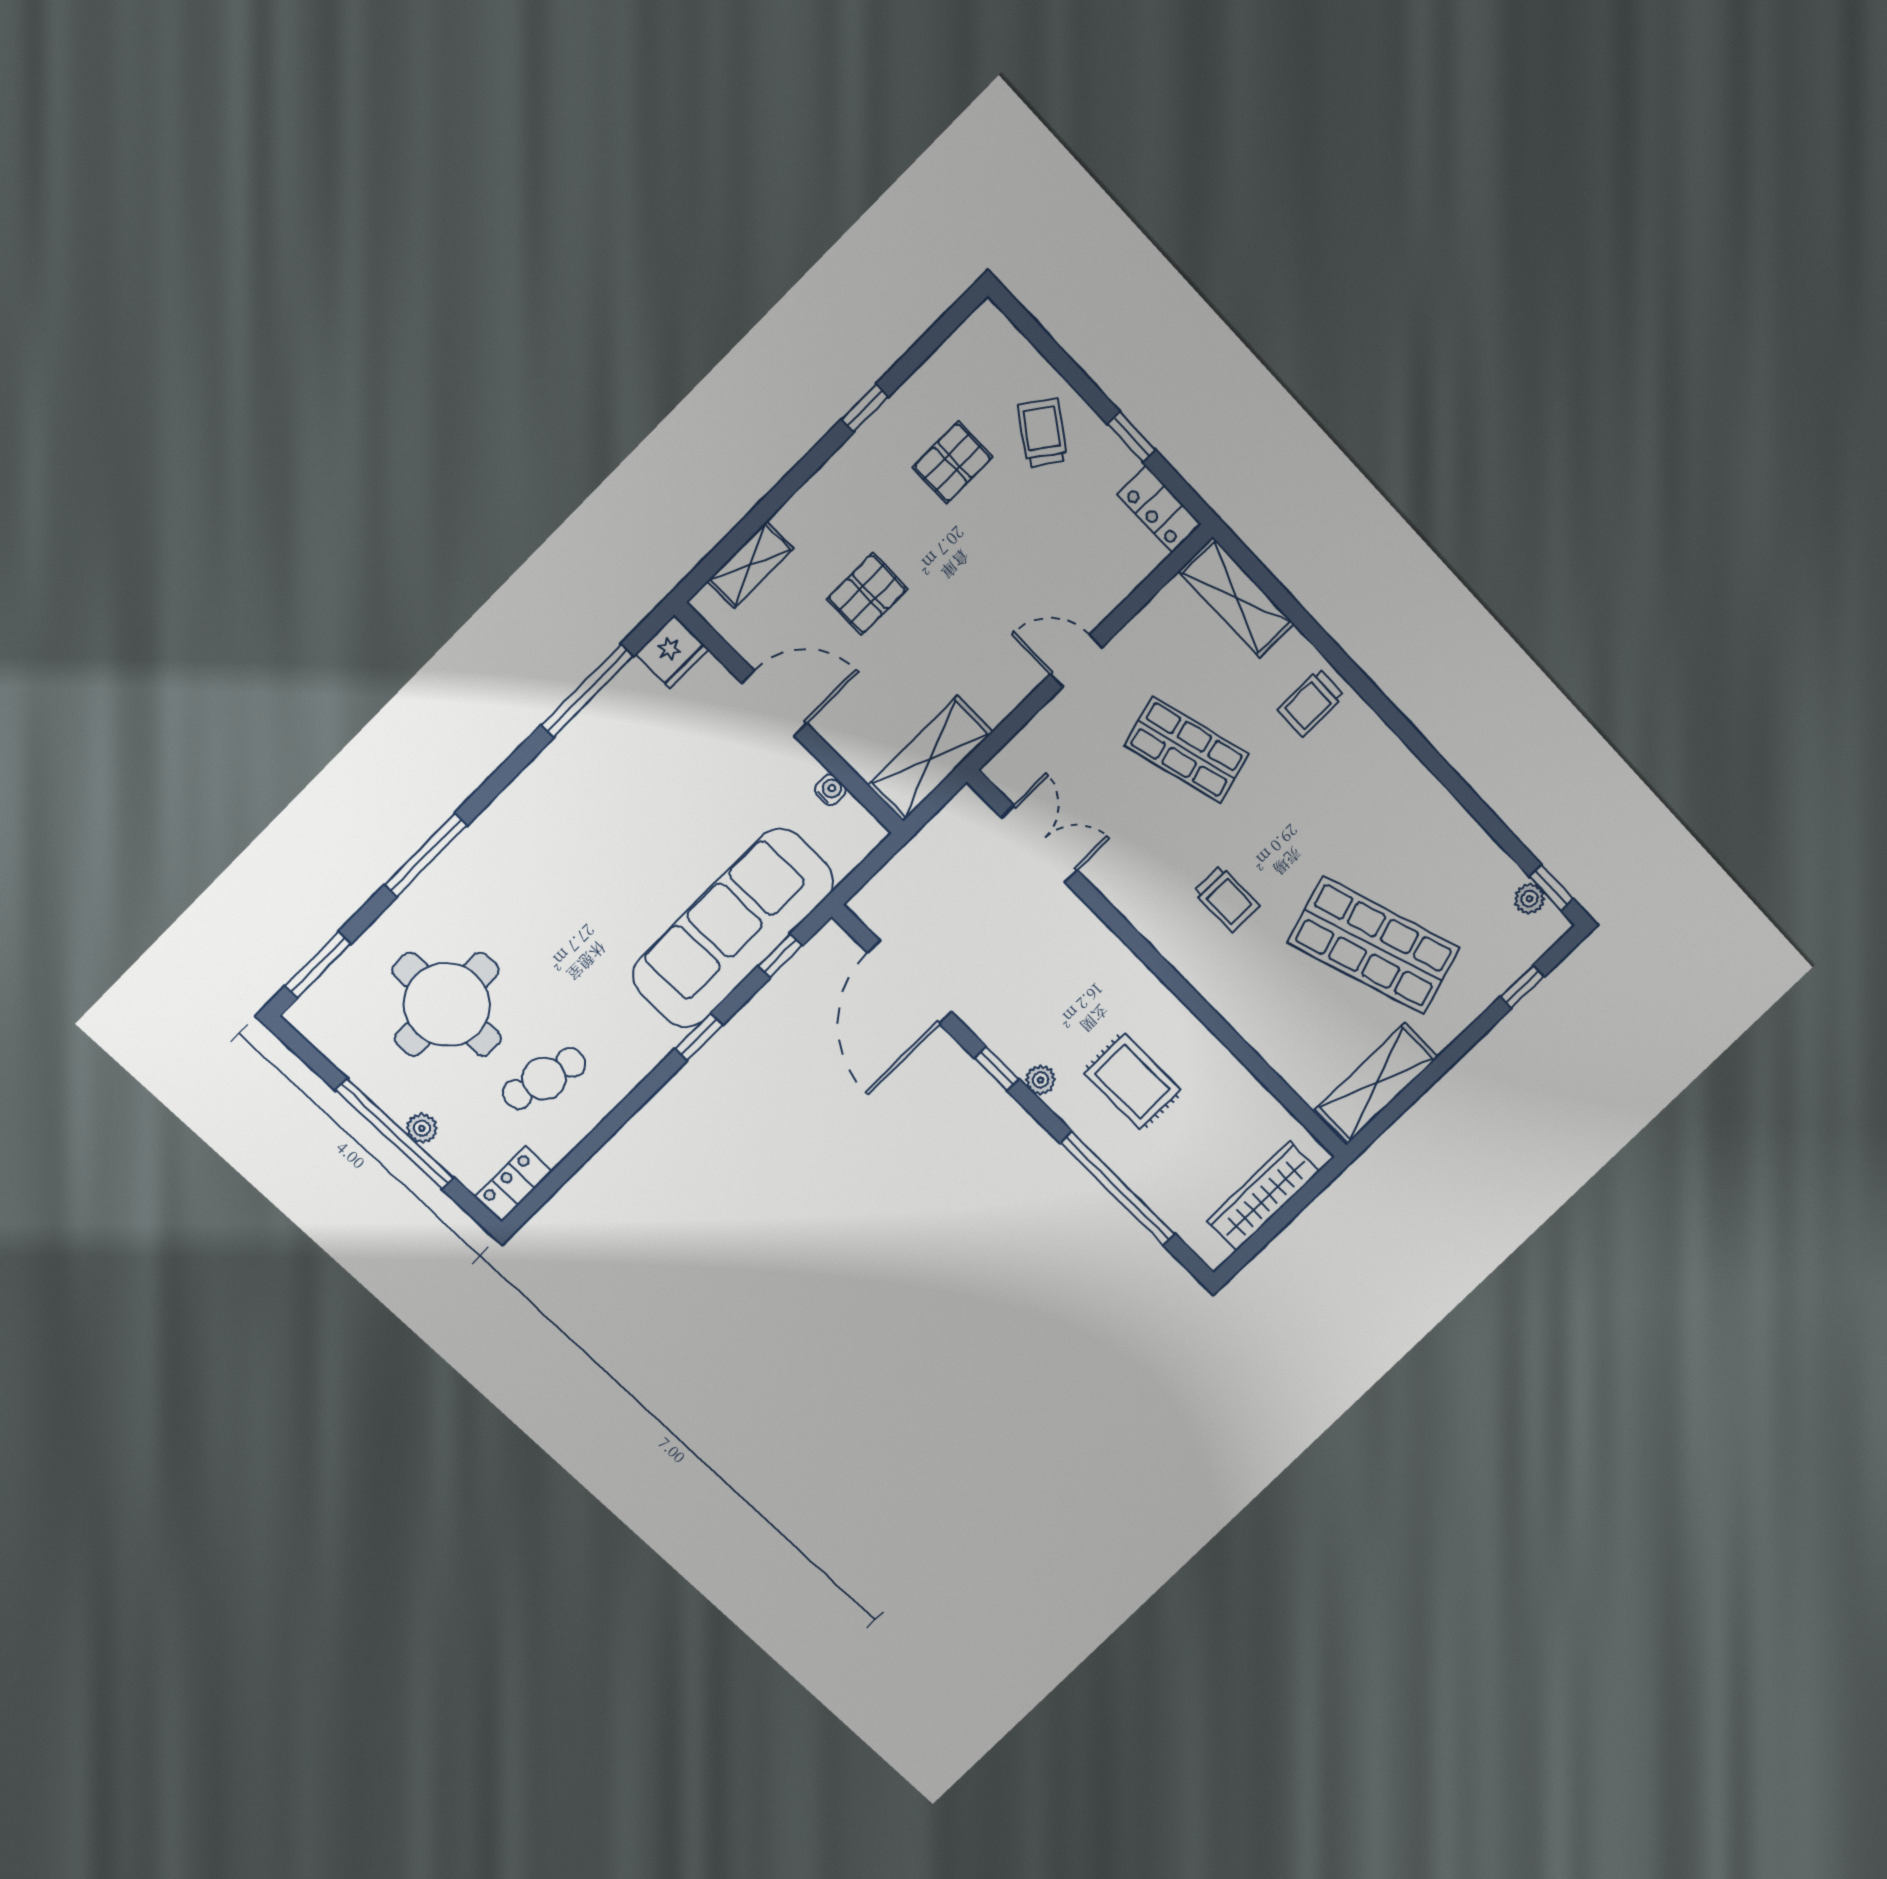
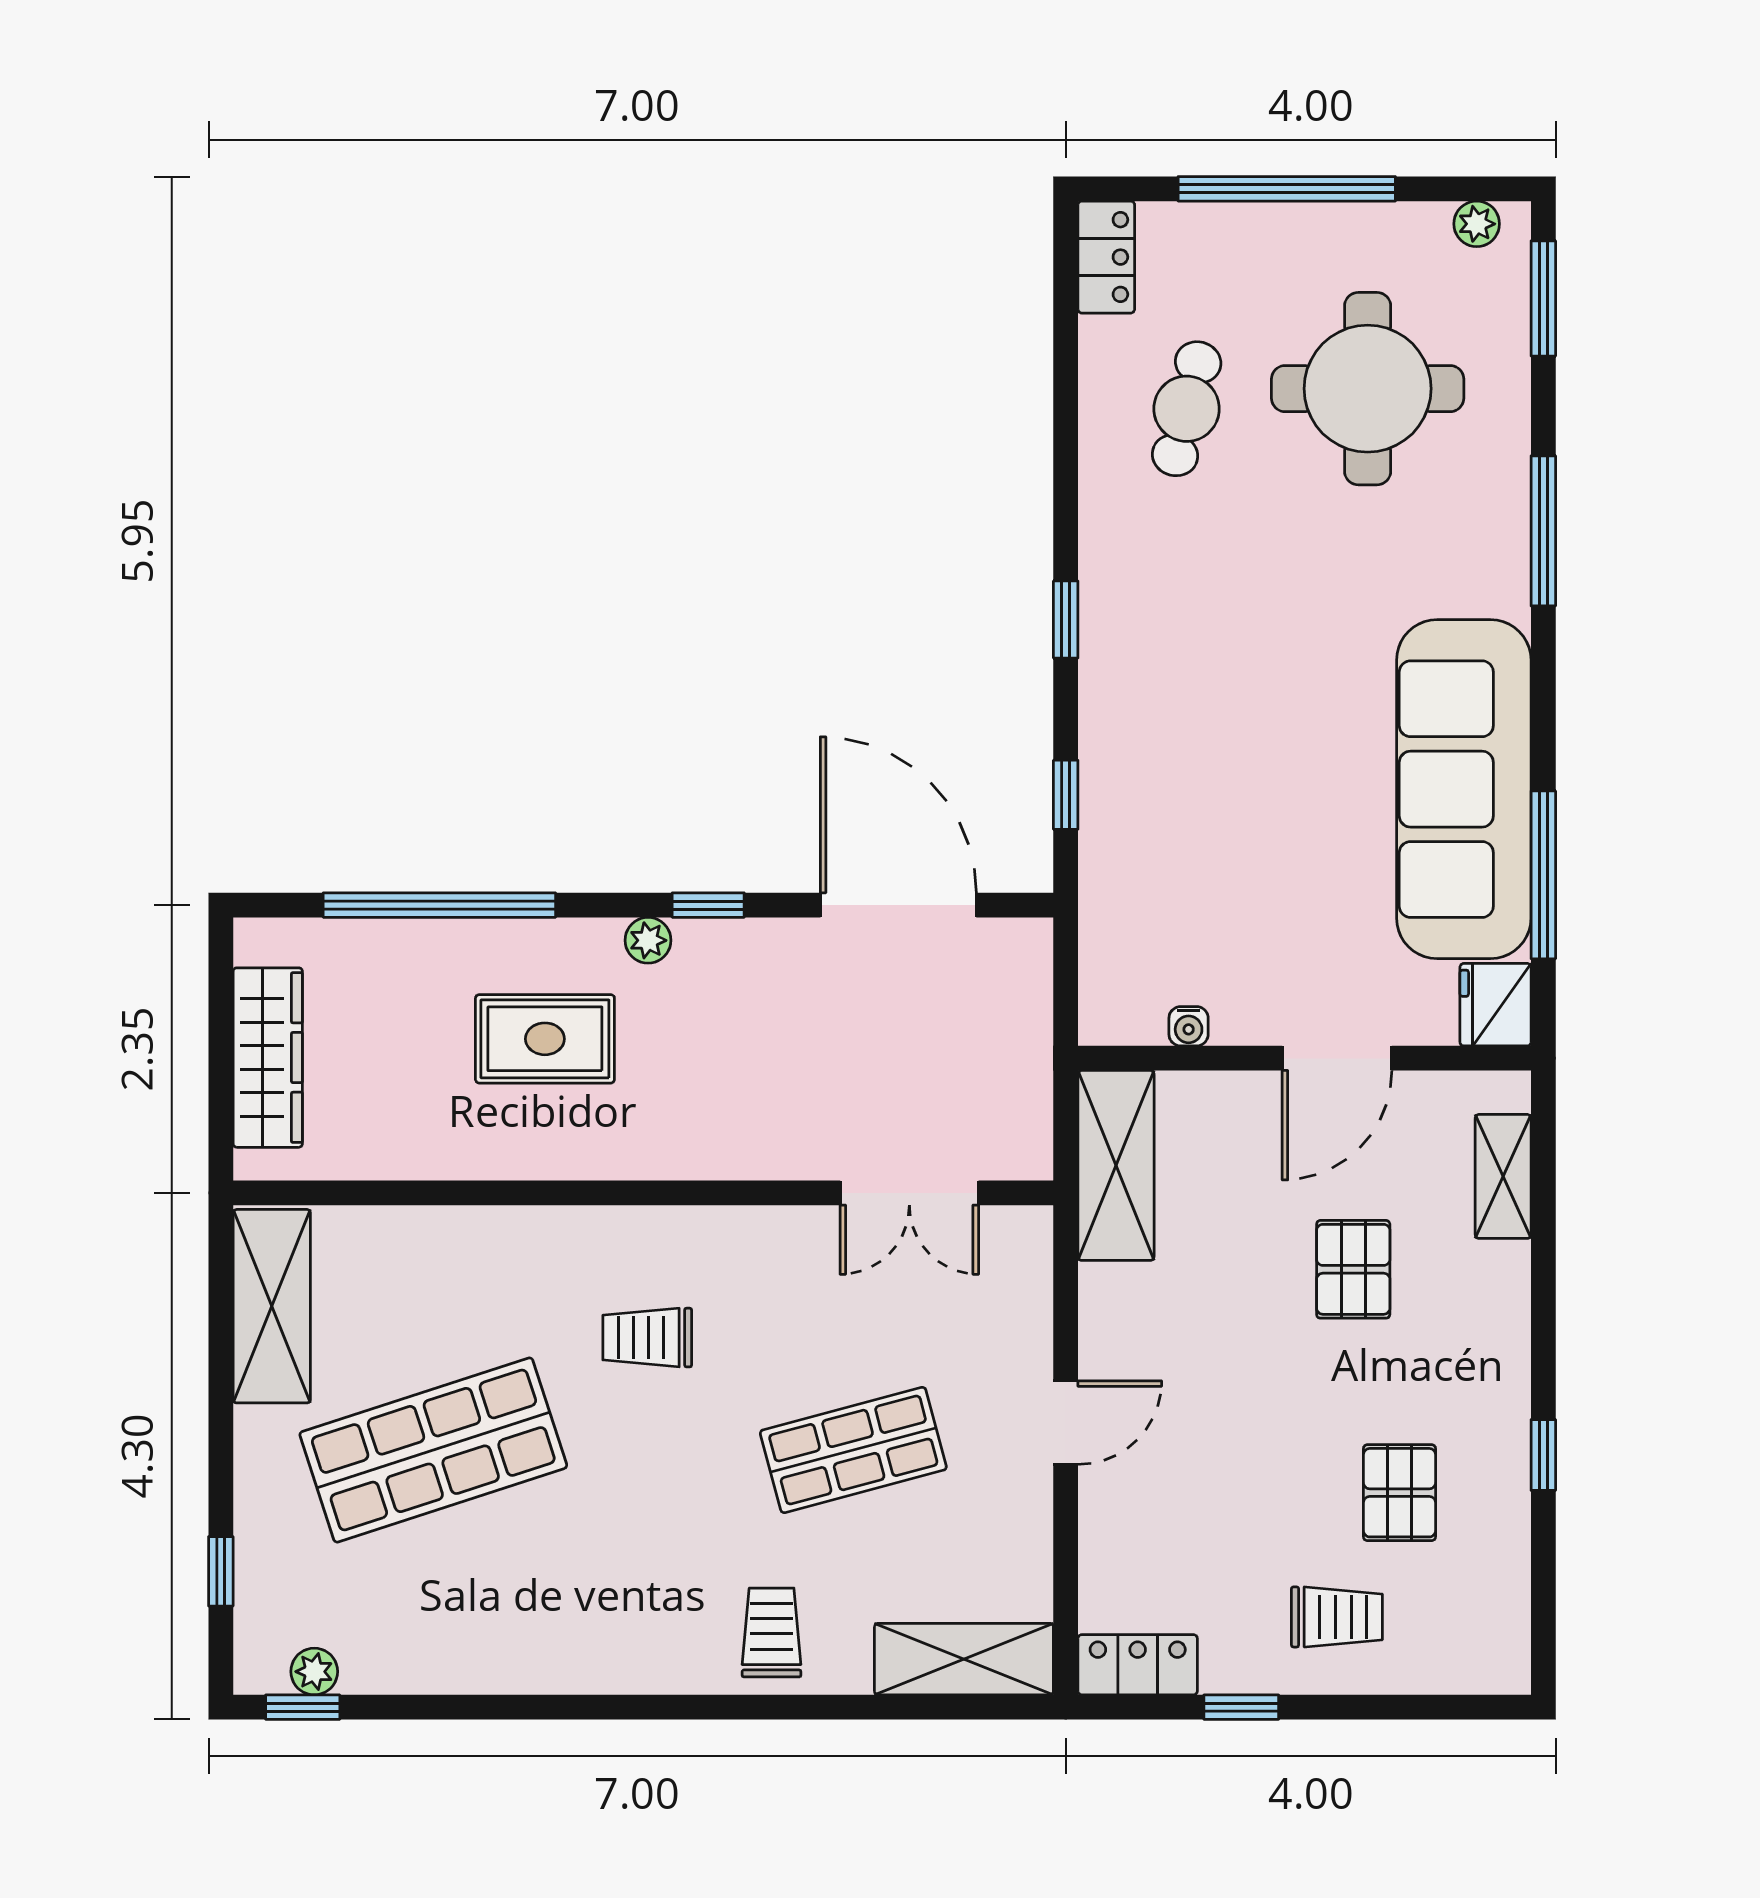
trolley: (1043, 433) -> (1337, 1617), turned -35
sofa: (733, 928) -> (1464, 789), moved, turned 180
plant: (422, 1128) -> (1477, 224), moved

